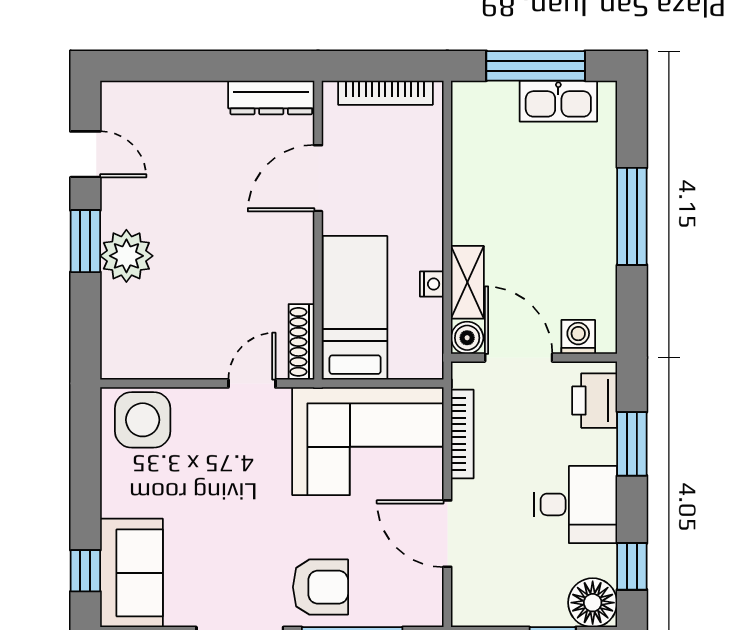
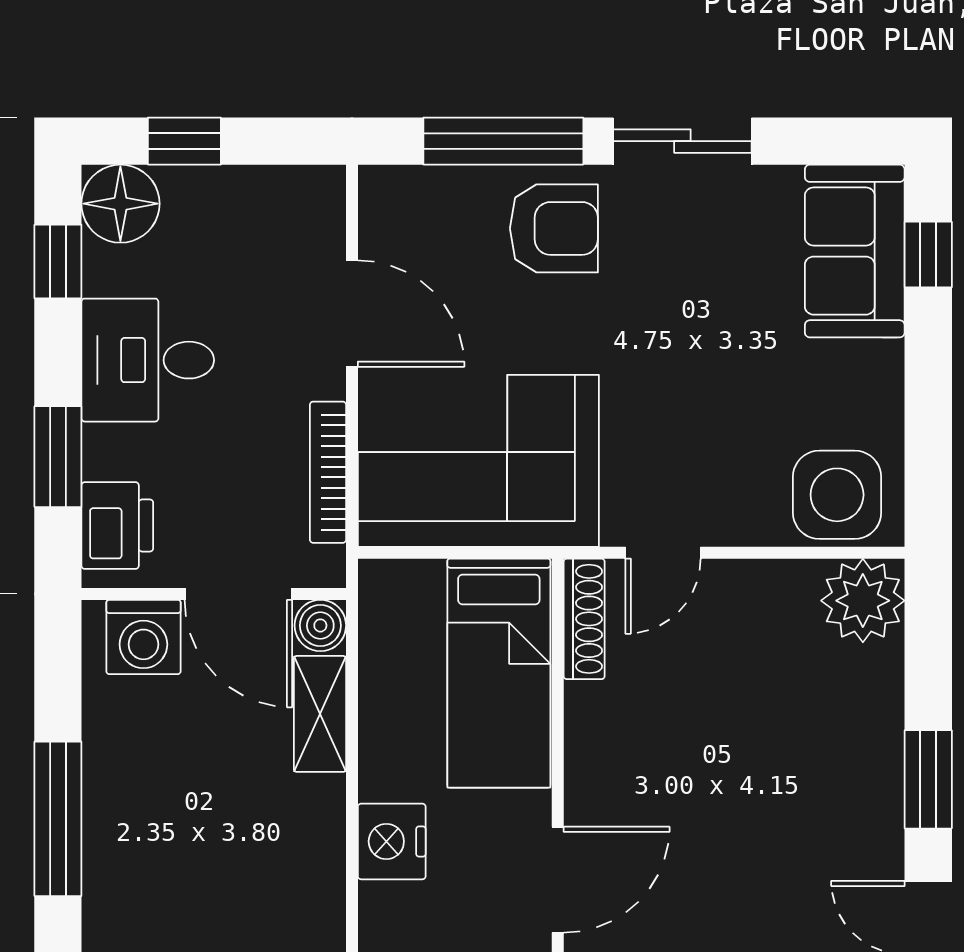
plant: (126, 256) -> (863, 601), moved
nightstand: (432, 284) -> (392, 841), moved, width x1.89, depth x1.79
washing machine: (578, 337) -> (143, 637), width x1.38, depth x1.38
armchair: (320, 587) -> (554, 228), turned 180

